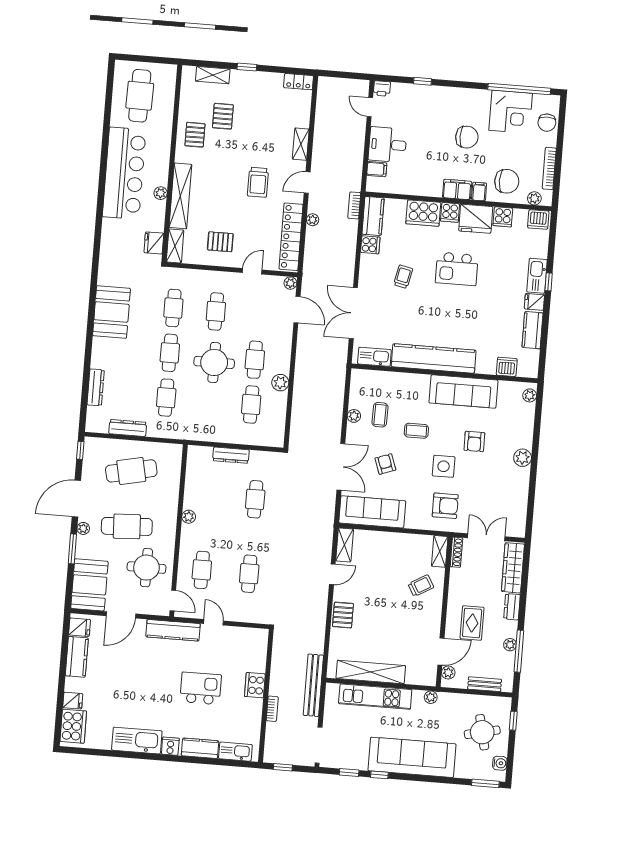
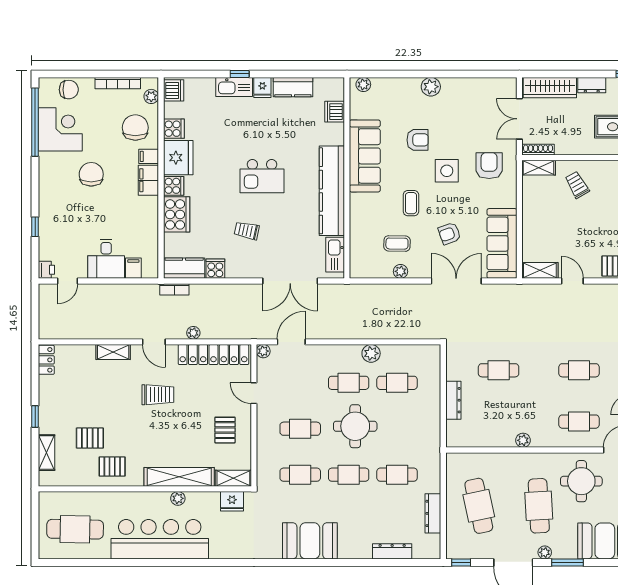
kitchen island: (457, 269) -> (262, 176), moved, turned 90

